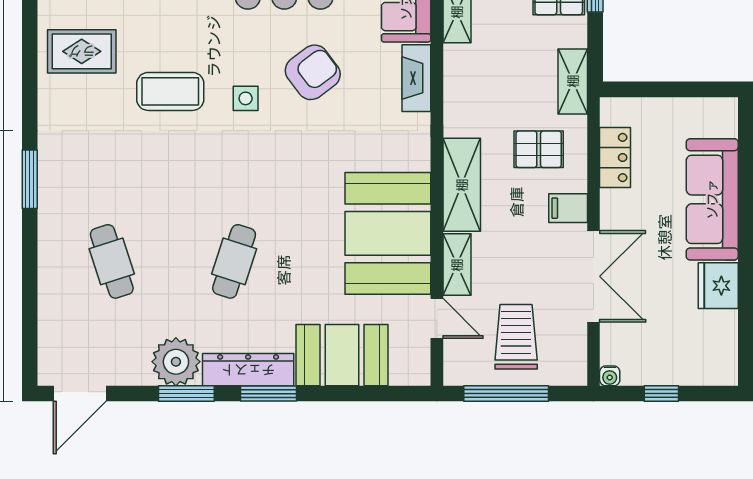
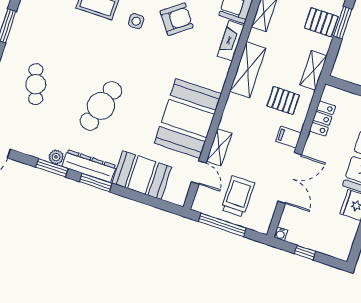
shelving: (462, 185) -> (248, 70), moved
cafe table: (234, 261) -> (101, 106), width x1.37, depth x1.35
plant: (176, 362) -> (56, 157), width x0.53, depth x0.53

